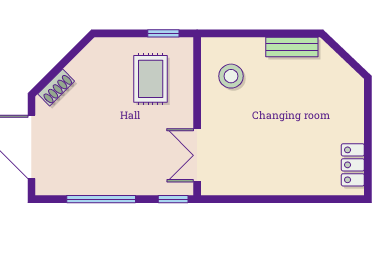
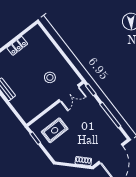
stool: (231, 76) -> (50, 77), moved
locker: (353, 165) -> (17, 46), moved

